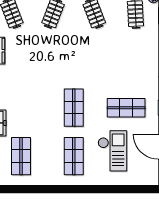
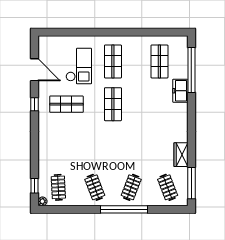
checkout: (112, 151) -> (79, 66), turned 180

